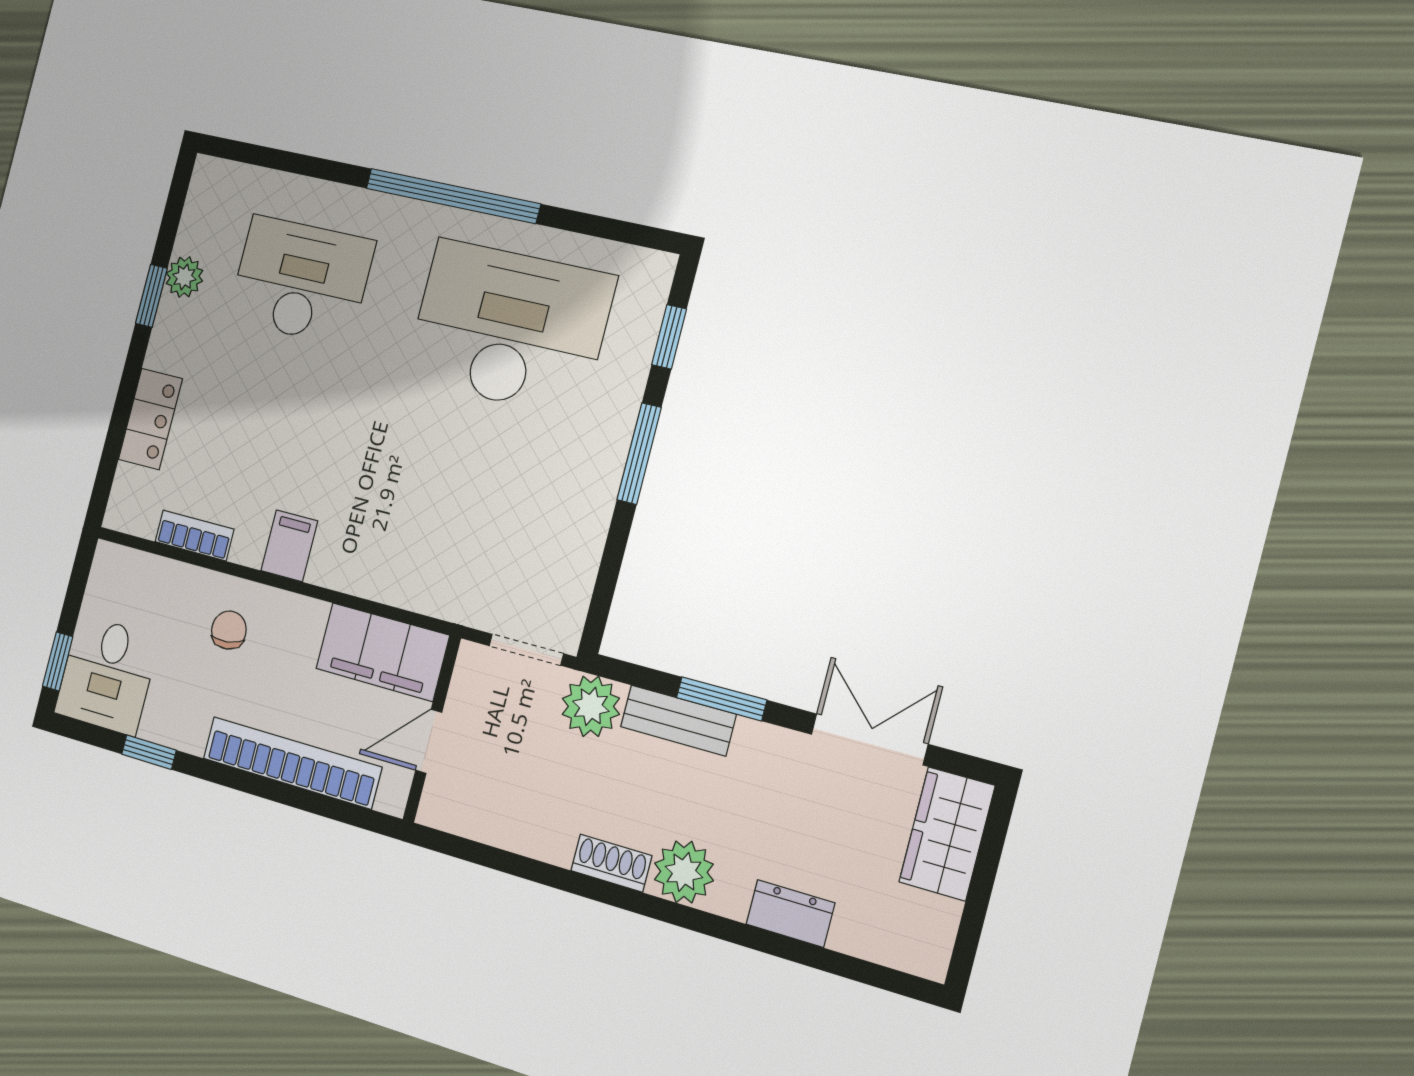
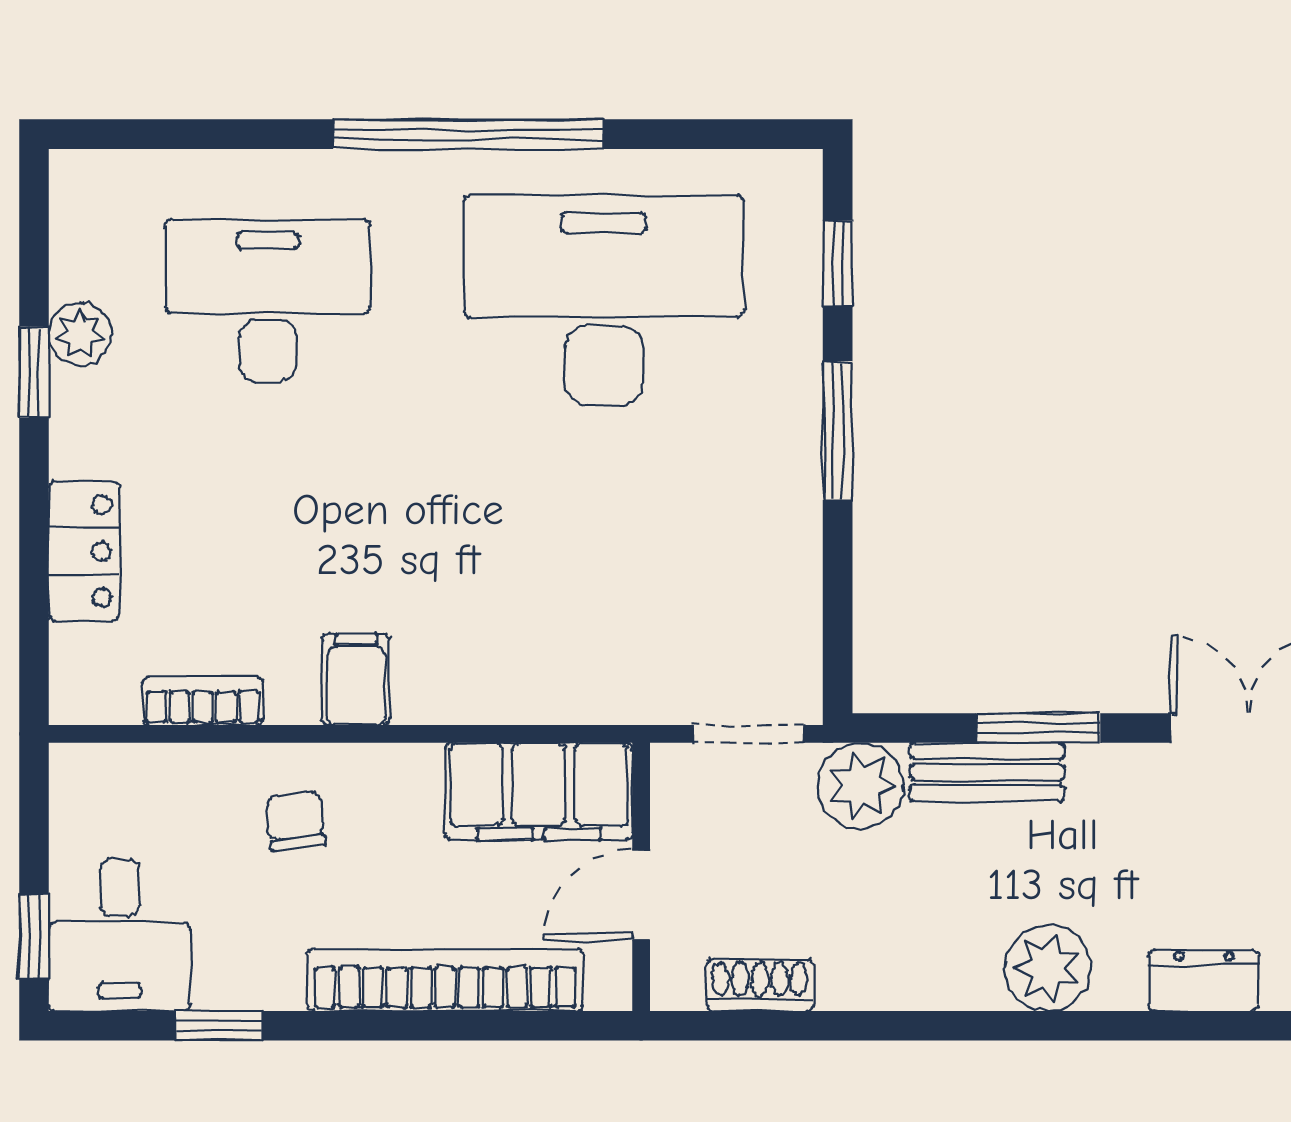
shoe rack: (611, 863) -> (760, 985), moved

